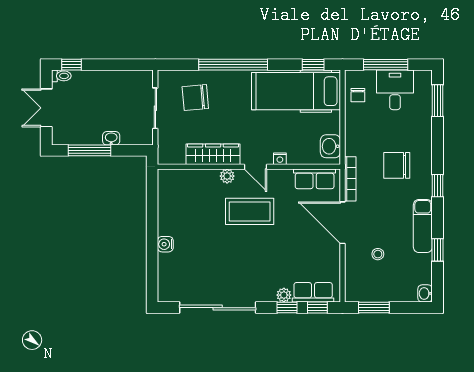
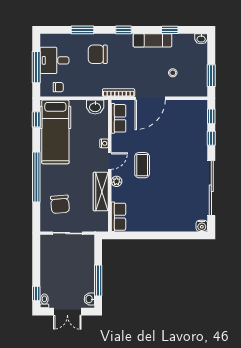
window: (437, 101) -> (83, 30), moved
washbasin: (111, 138) -> (89, 299), moved
chair: (397, 165) -> (98, 54), moved, turned 90
coffee table: (250, 211) -> (142, 165), width x0.73, depth x0.76
water cooler: (165, 244) -> (202, 226), moved
row of seats: (313, 292) -> (118, 217), moved, turned 180
plant: (284, 295) -> (202, 141), removed

